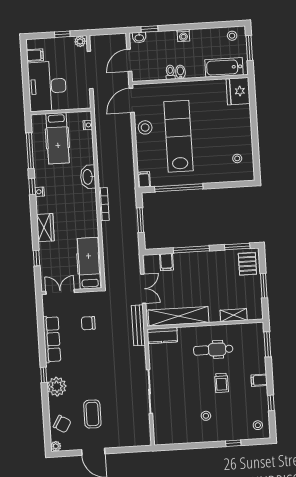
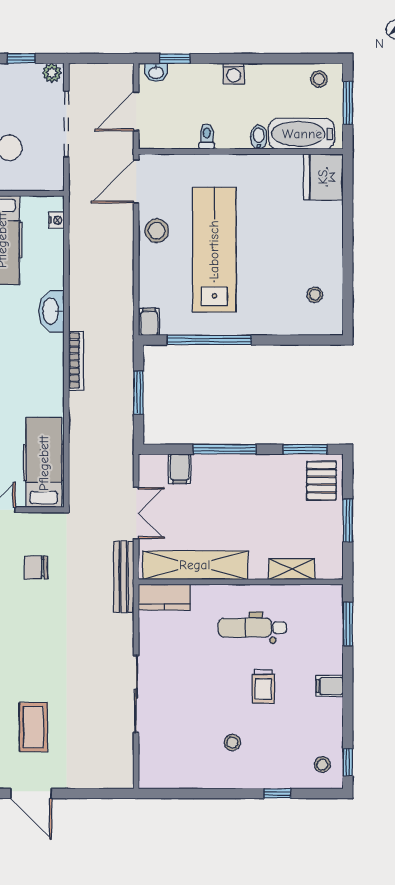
bidet: (180, 72) -> (259, 137), moved
window: (271, 403) -> (348, 762), moved

